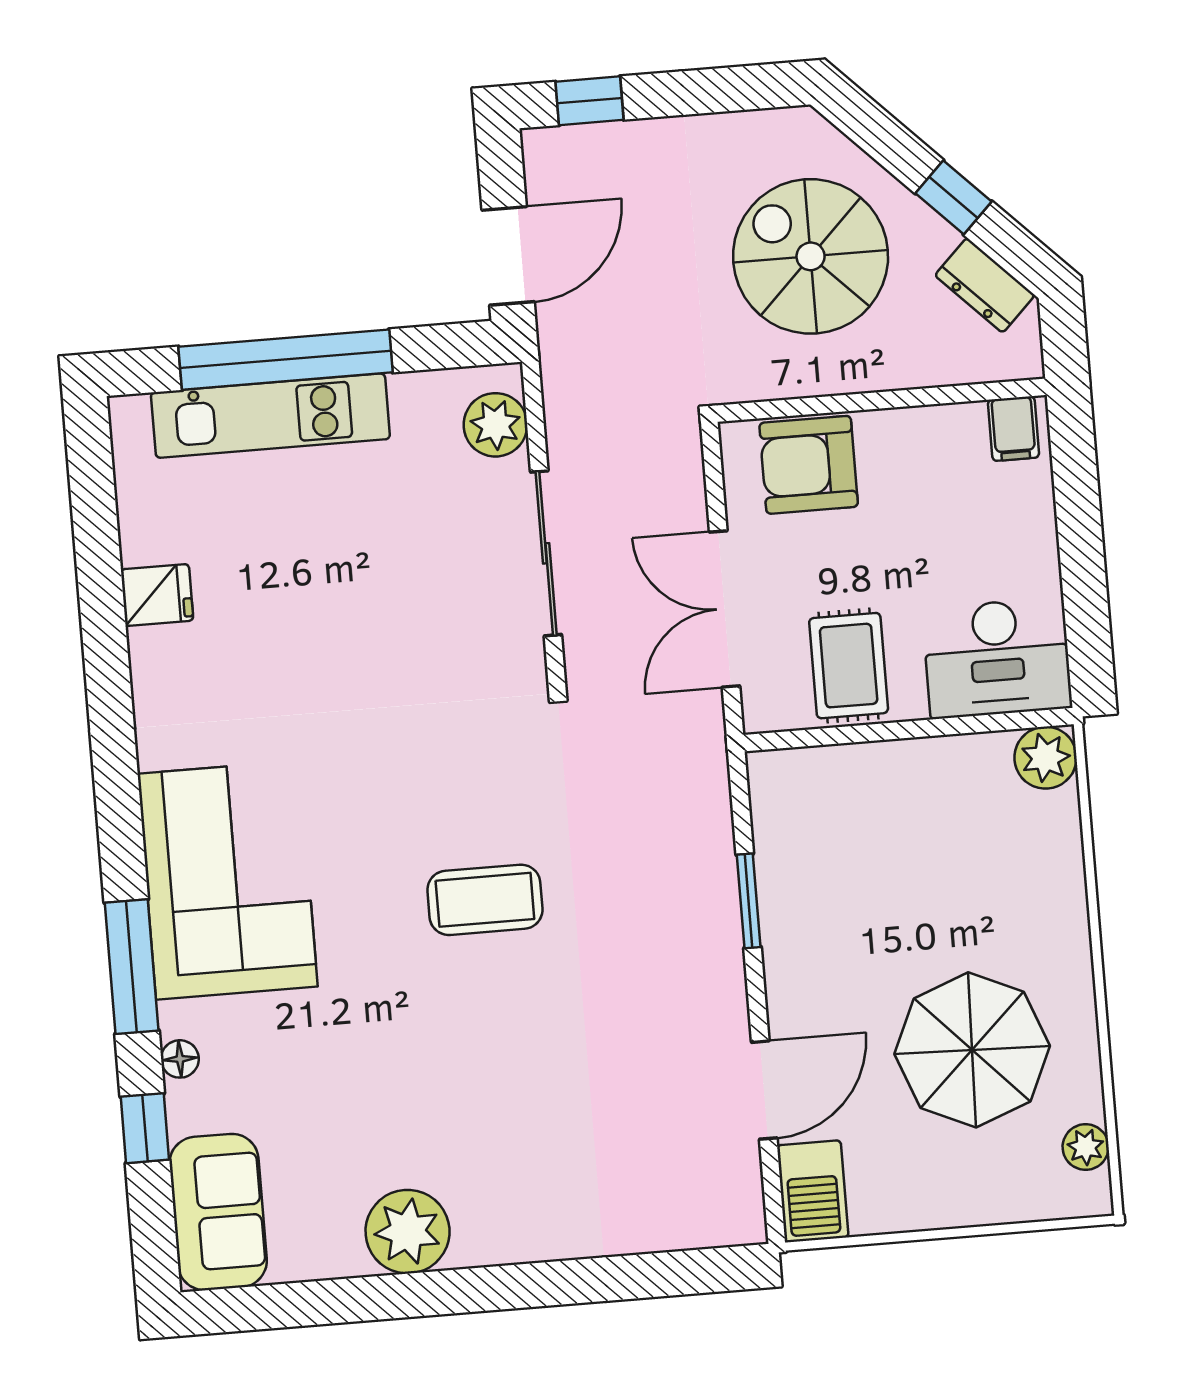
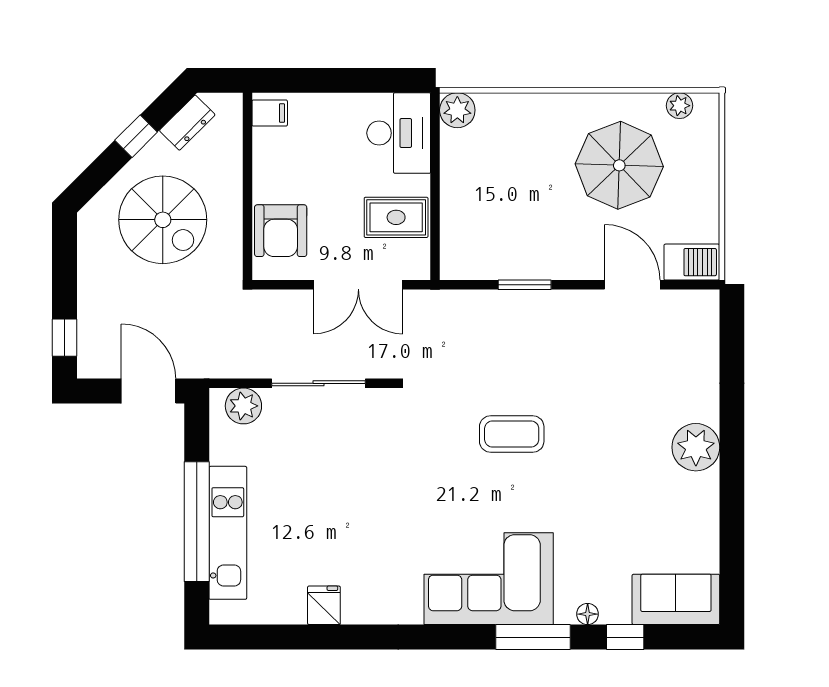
spiral stairs: (811, 256) -> (163, 220), turned -90
coffee table: (485, 900) -> (512, 434), turned 90
plant: (408, 1232) -> (696, 447), moved

